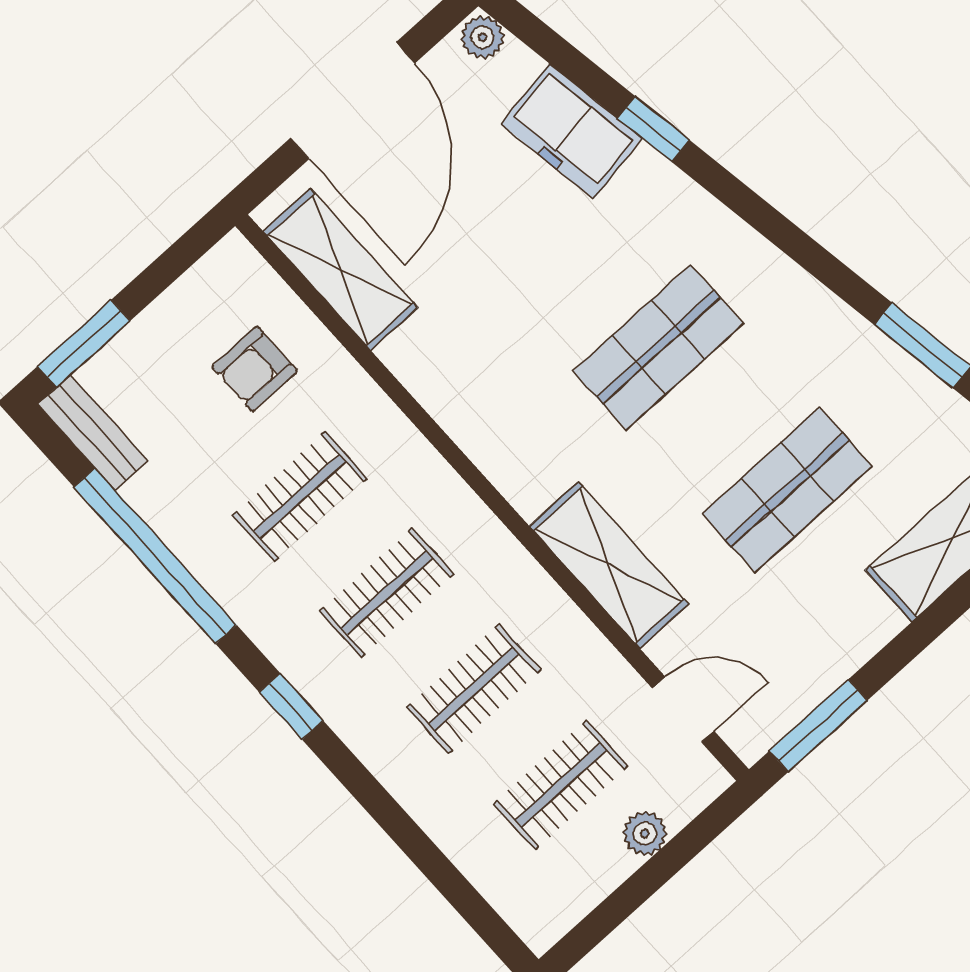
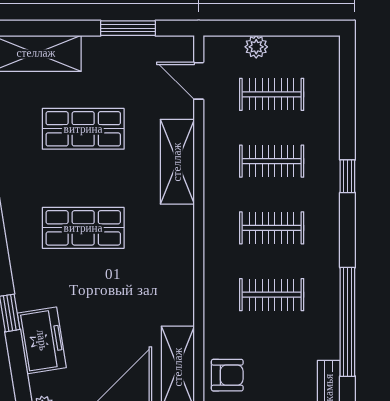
armchair: (255, 369) -> (227, 375), moved
window: (291, 706) -> (347, 176), moved
window: (818, 726) -> (128, 28), moved

